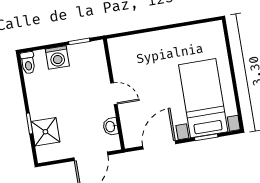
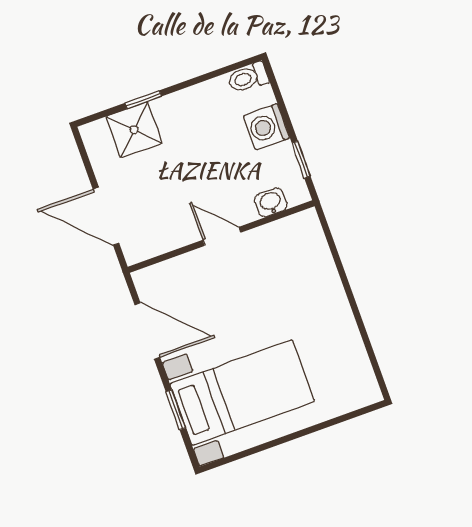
door: (114, 94) -> (222, 236), swing flipped
washbasin: (111, 127) -> (271, 203), moved

